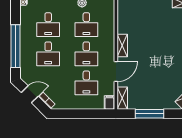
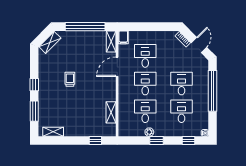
shelving: (122, 46) -> (111, 112), moved
trolley: (166, 58) -> (70, 79), added
door: (30, 94) -> (199, 45), swing flipped
window: (150, 114) -> (85, 27), width x1.46

